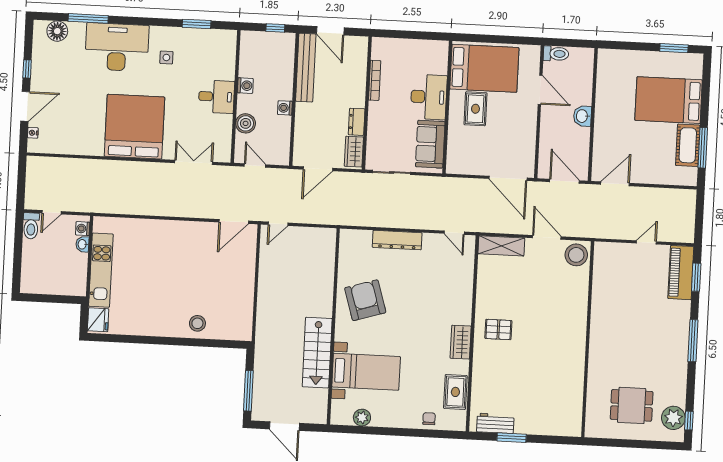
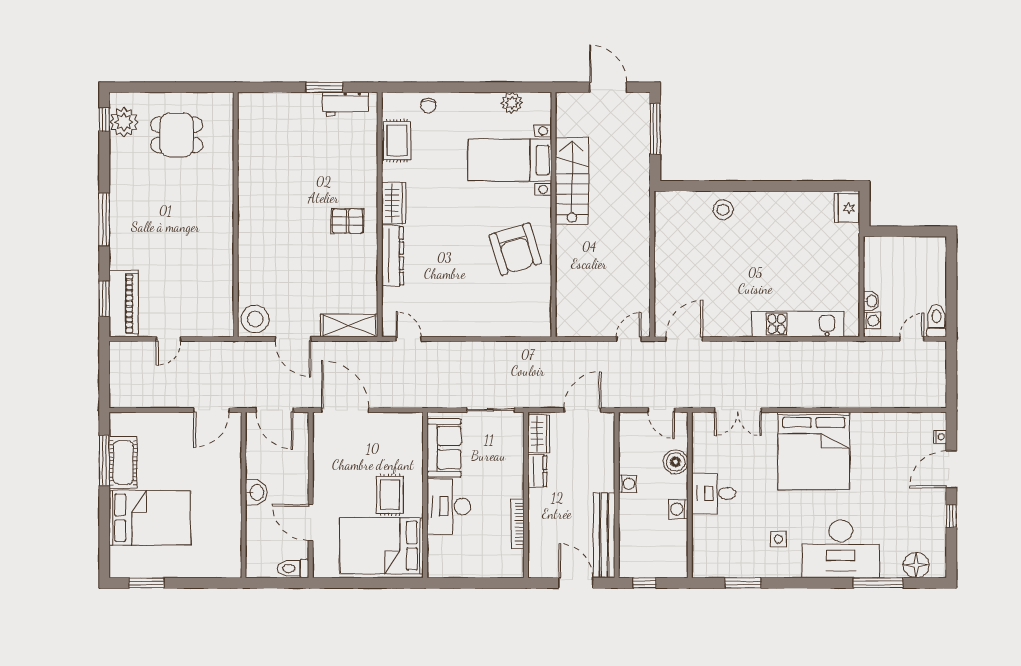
dresser: (397, 240) -> (393, 256), moved, turned 90
kitchen unit: (101, 270) -> (798, 324), moved, turned 90

